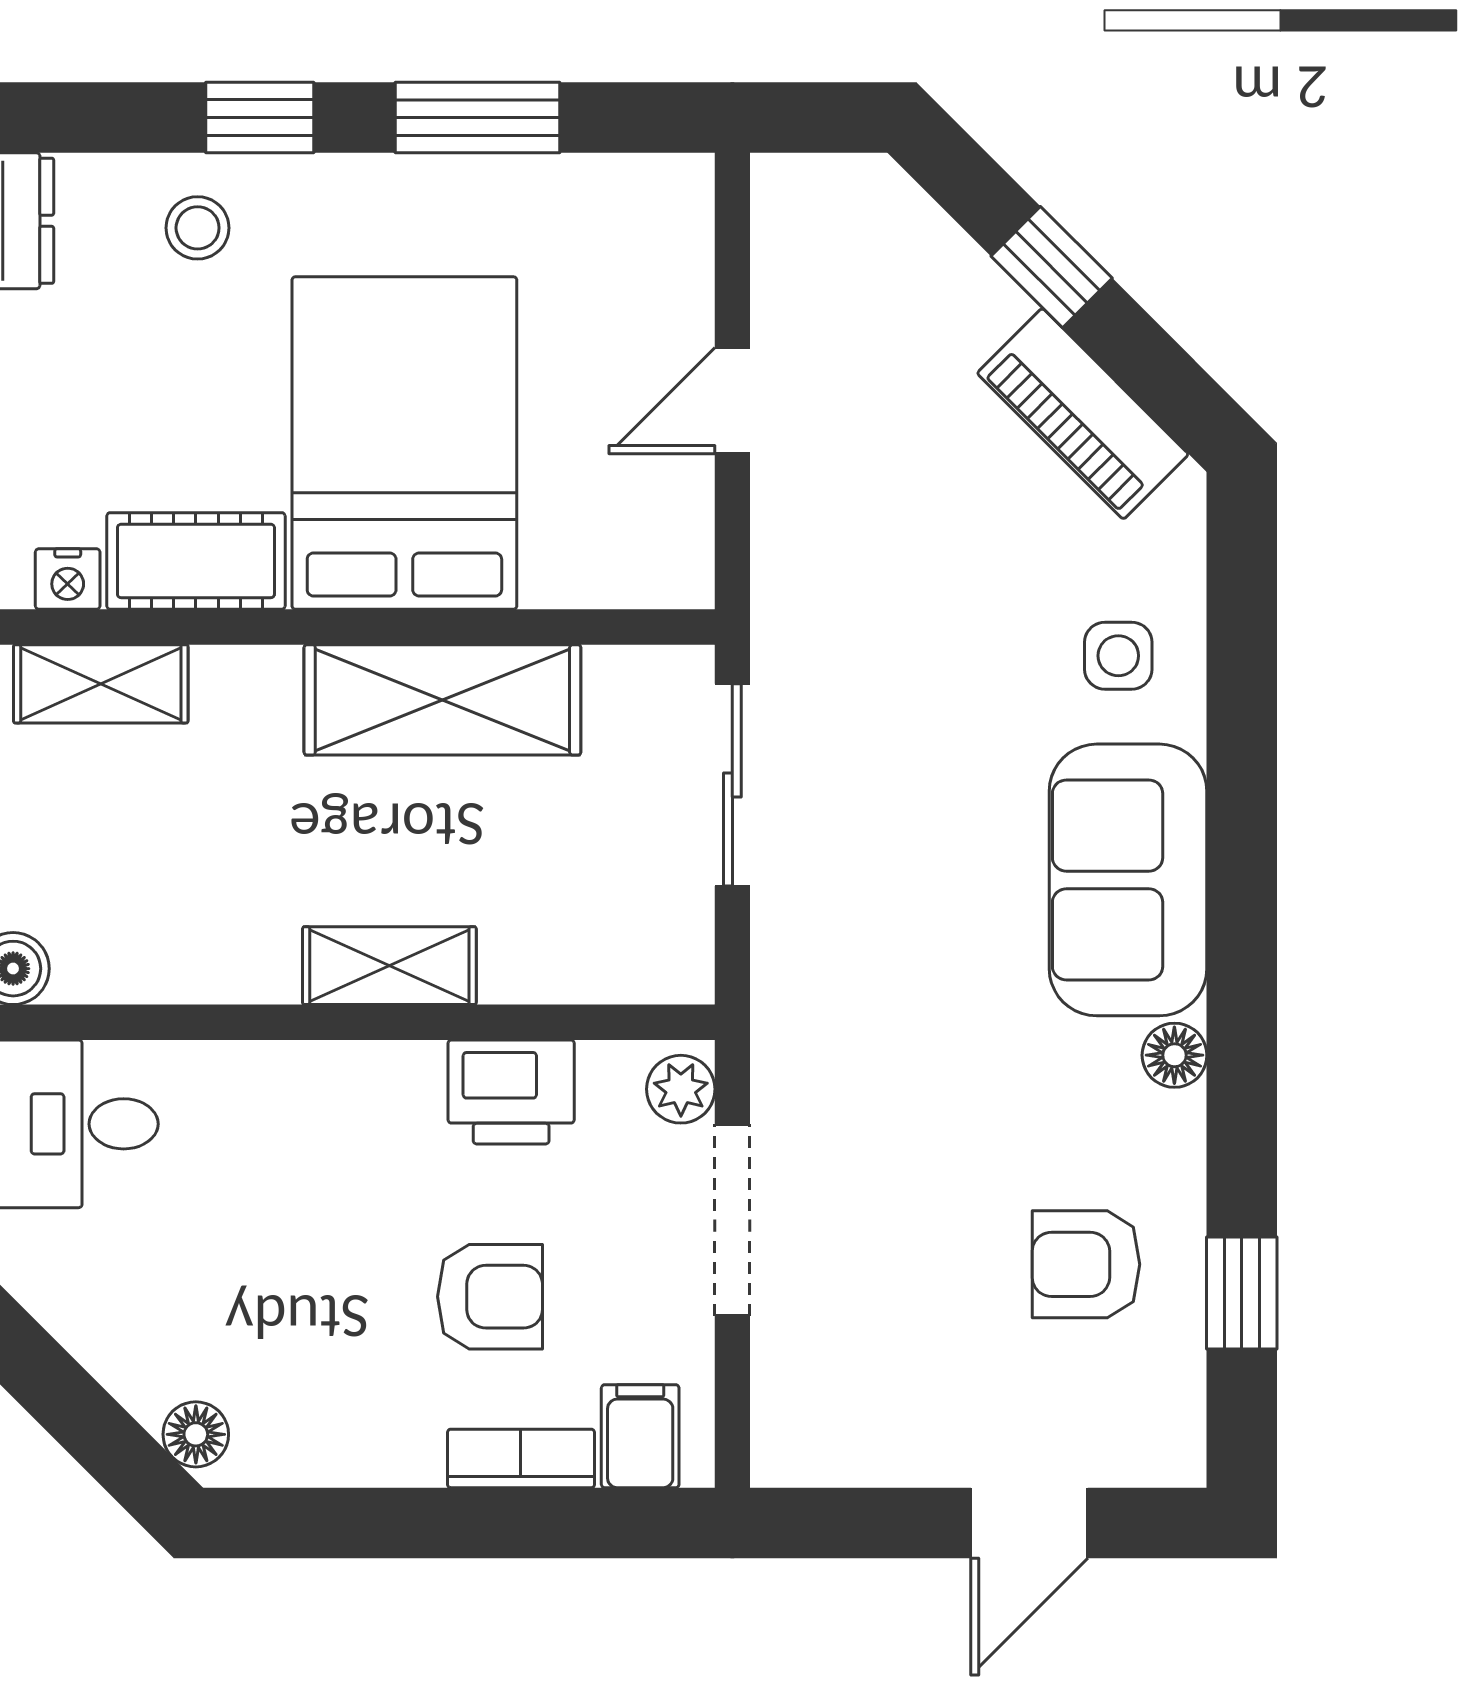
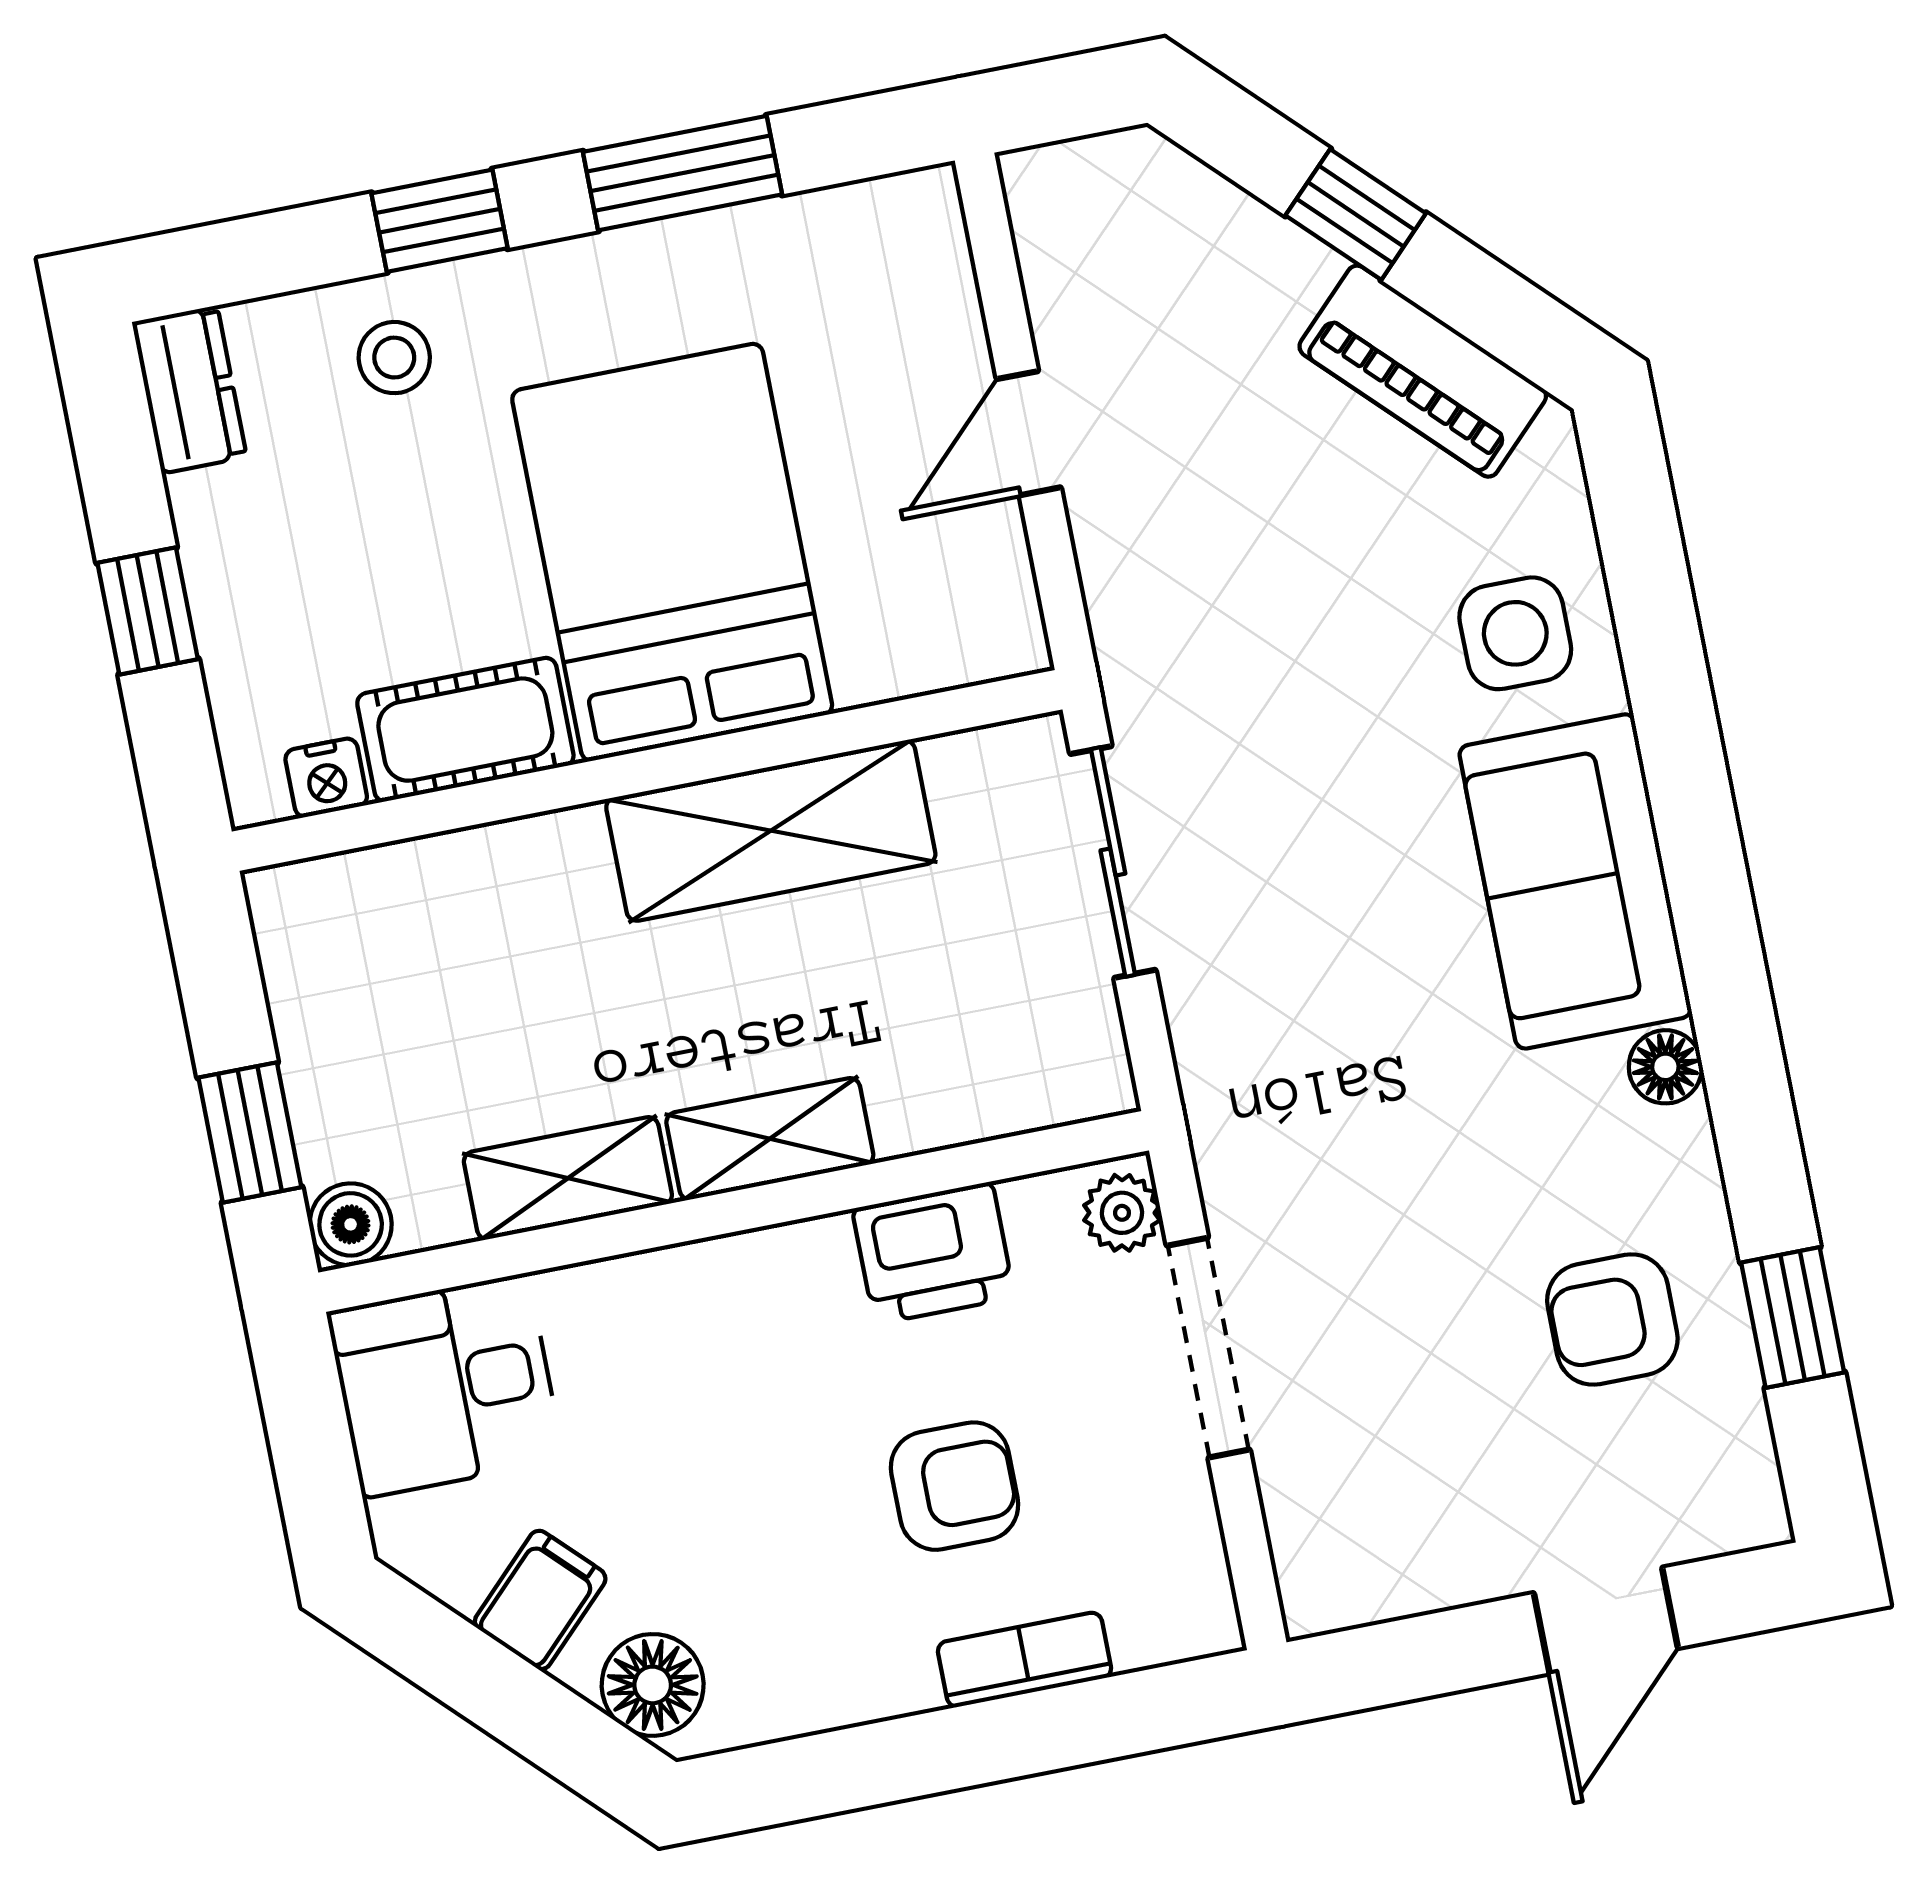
side table: (1118, 656) -> (1515, 633), width x1.37, depth x1.37
shelving: (101, 684) -> (568, 1178), moved
floor lamp: (196, 1434) -> (653, 1685), width x1.37, depth x1.37
filing cabinet: (640, 1436) -> (540, 1600), moved, turned 45

